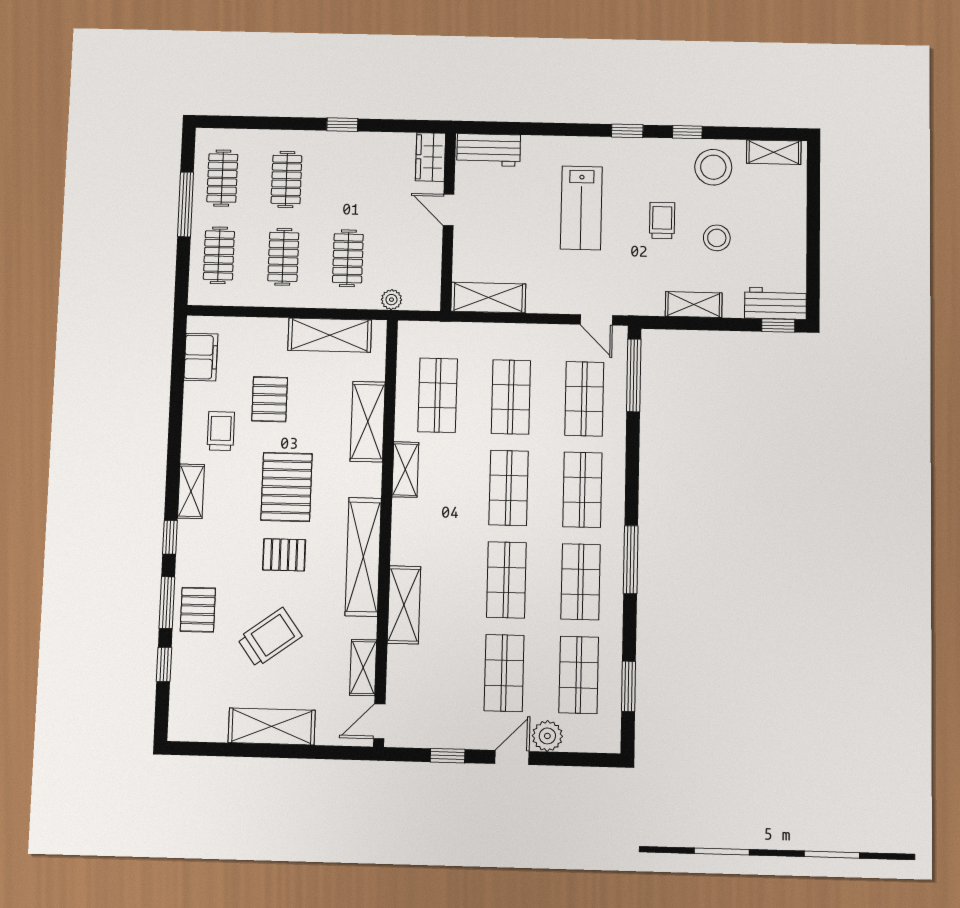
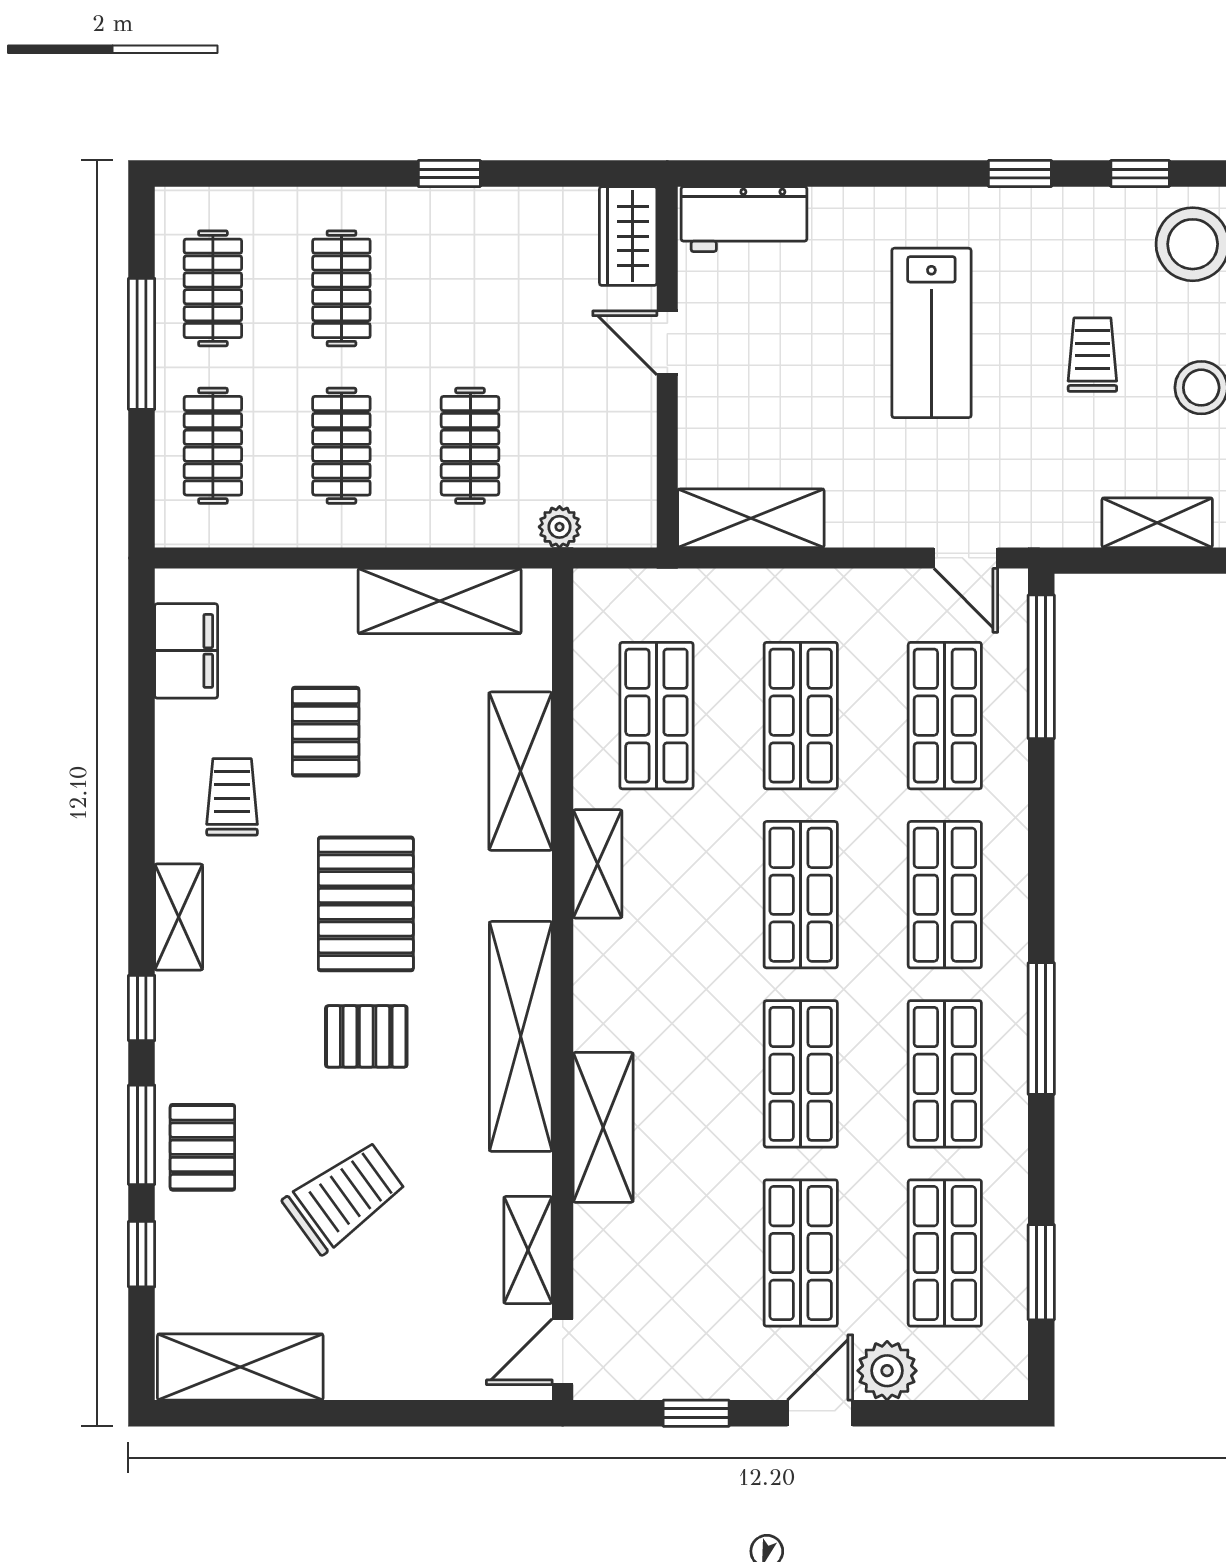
shelving: (272, 726) -> (240, 1367), moved

